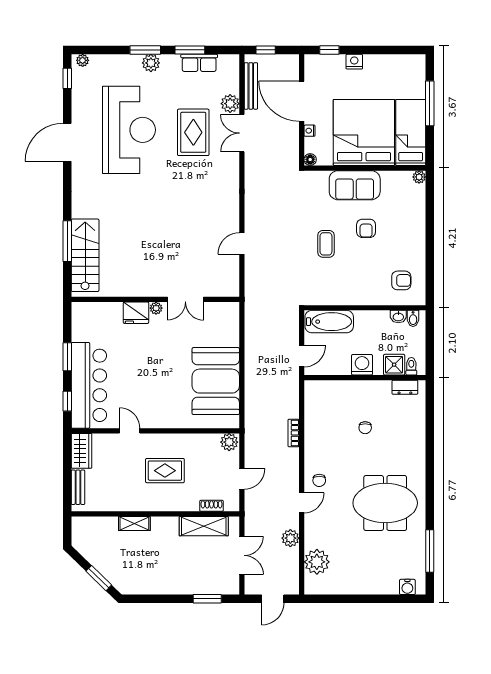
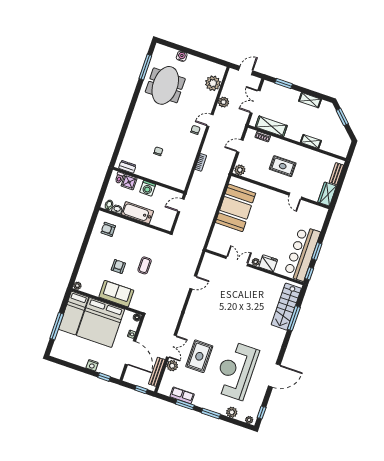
plant: (151, 63) -> (232, 412), moved
bathtub: (329, 322) -> (137, 213), moved
bar counter: (89, 385) -> (302, 253), moved
window: (67, 401) -> (309, 273), moved
meeting table: (385, 503) -> (165, 85), moved, turned 90
shelving: (158, 587) -> (310, 100), added
water cooler: (407, 587) -> (182, 56), moved

